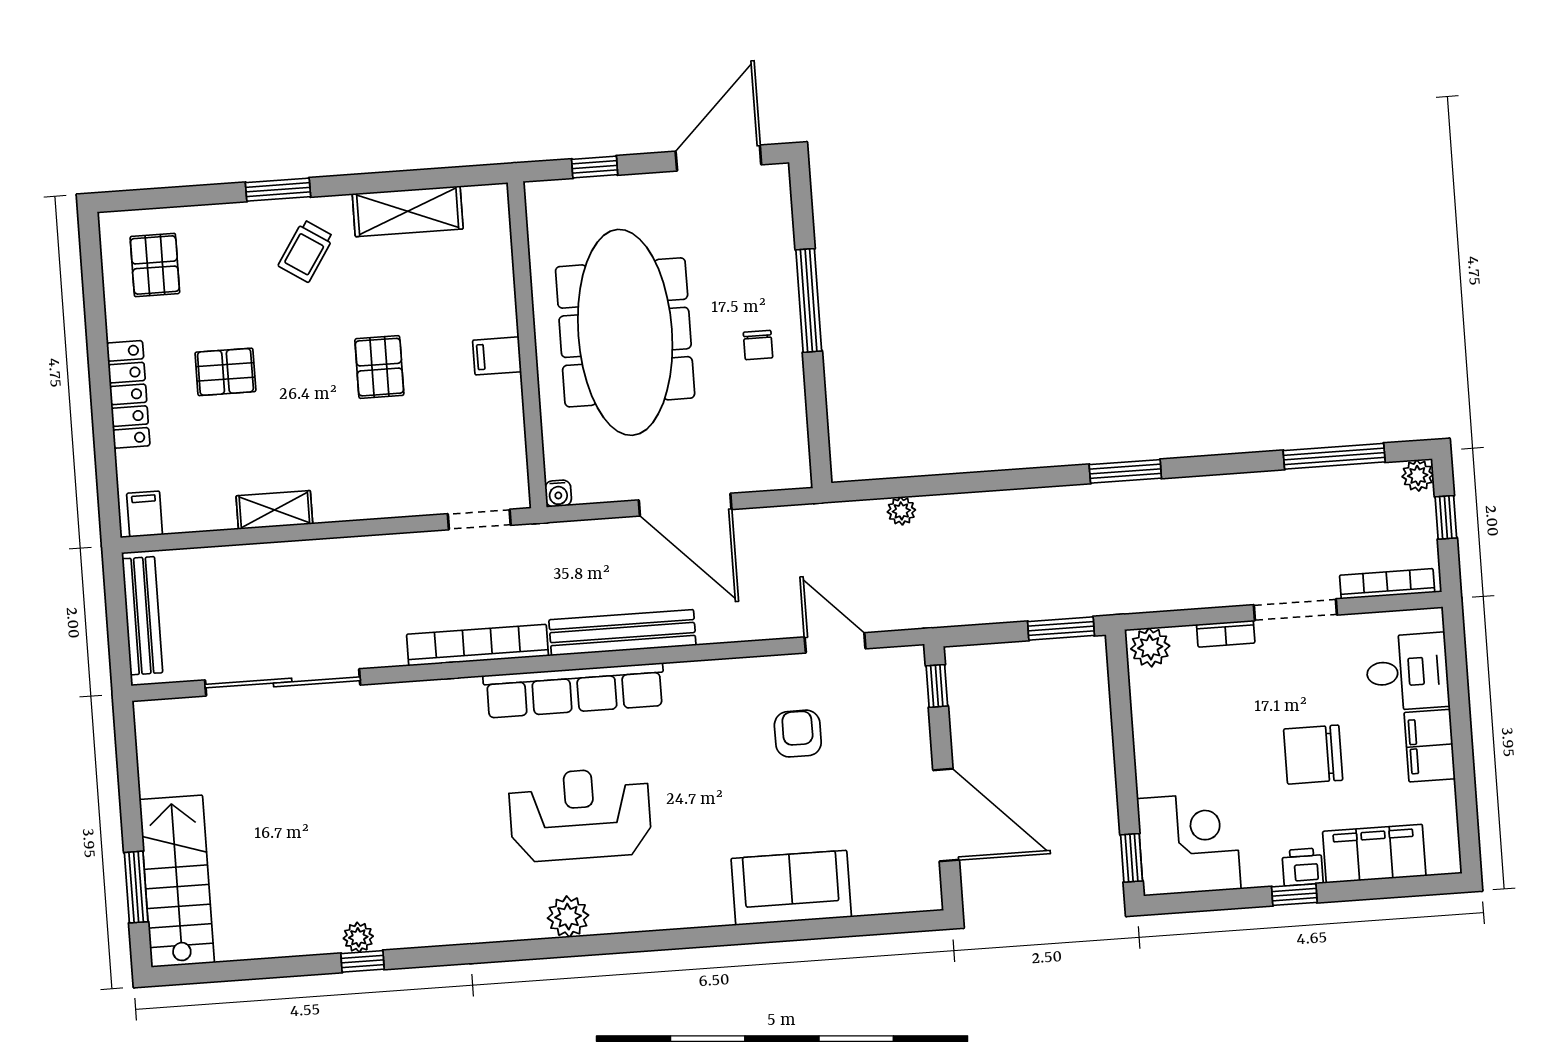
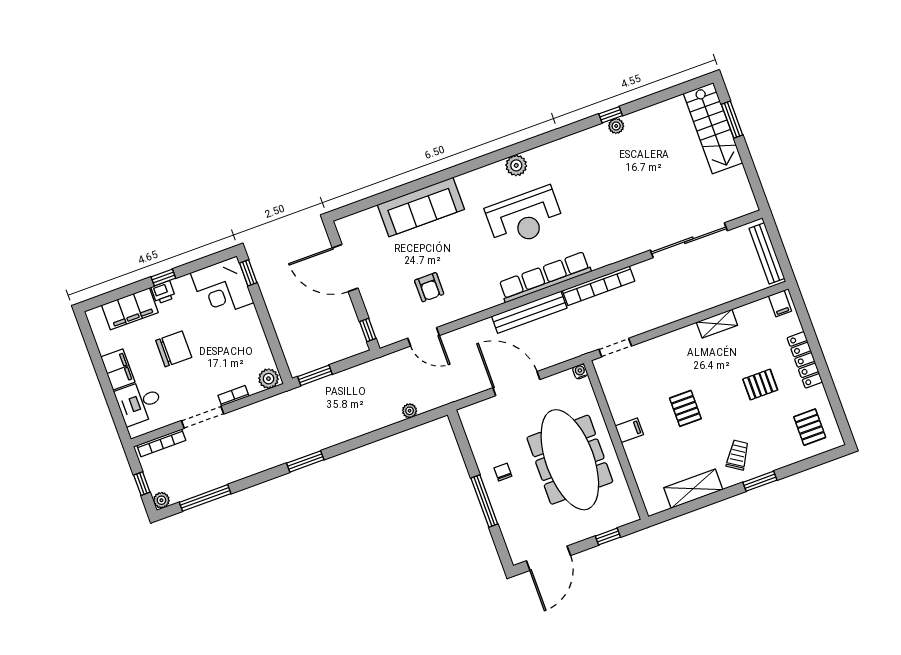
sofa: (791, 888) -> (421, 207), width x1.36

